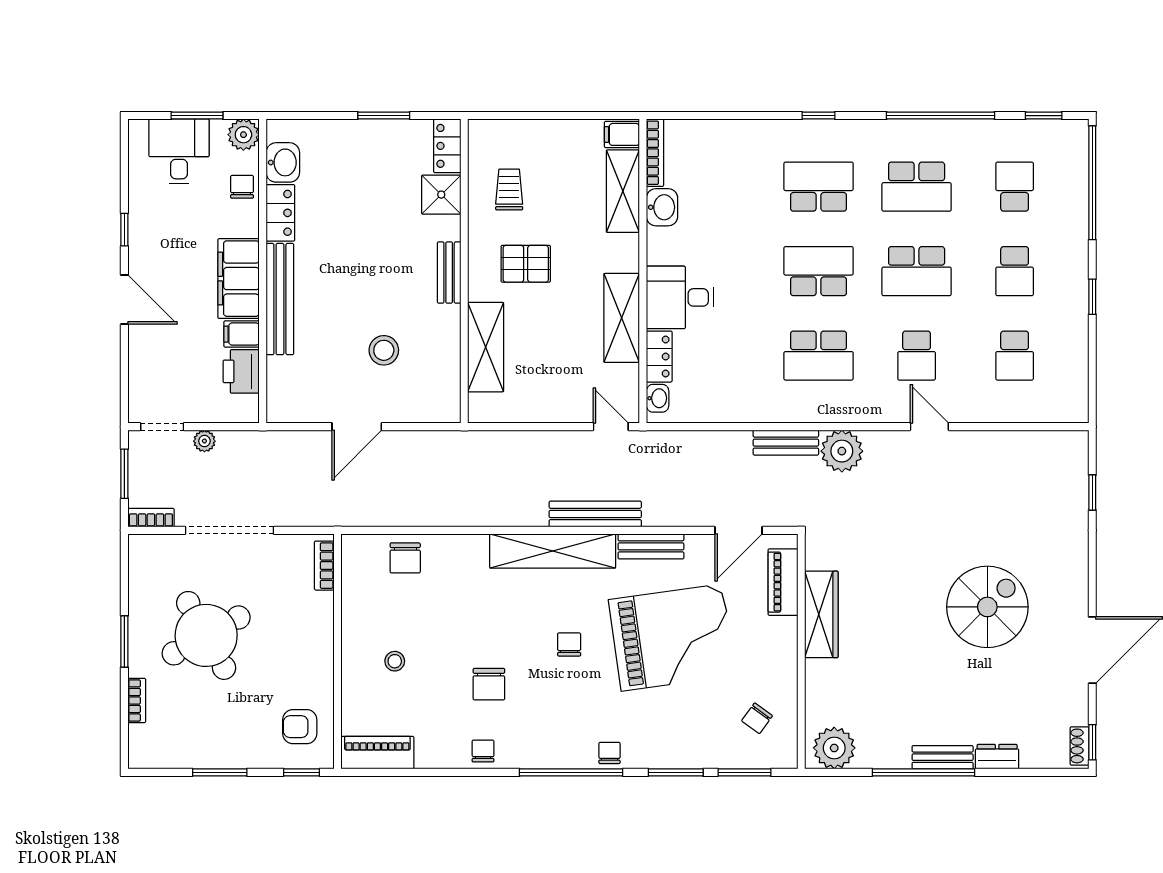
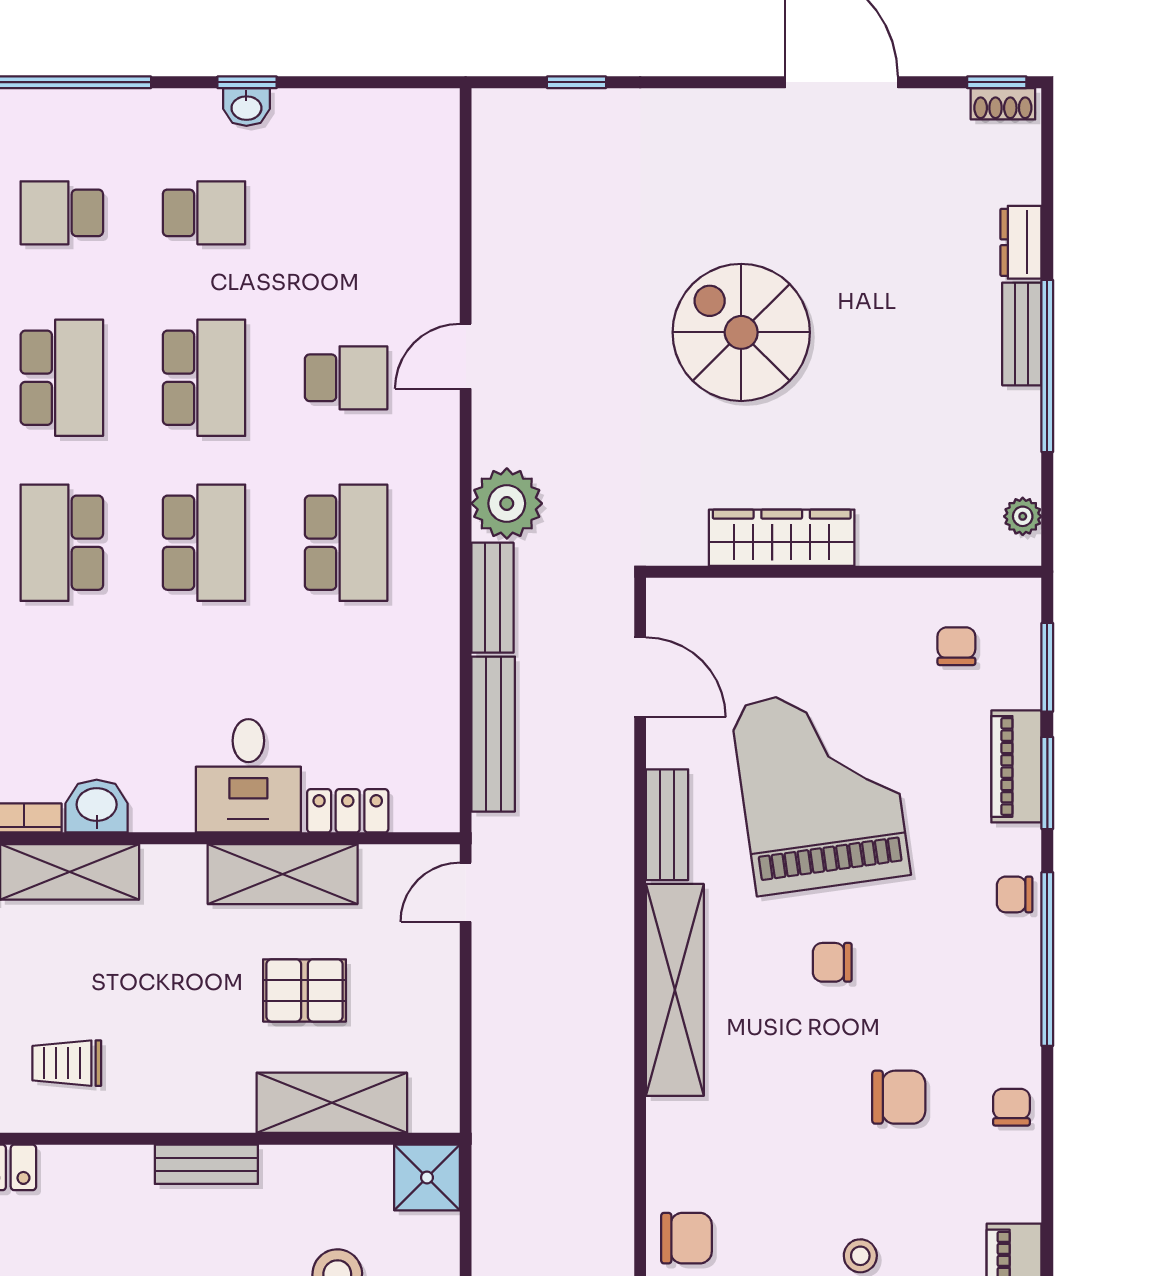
shower: (441, 195) -> (427, 1177), moved
pallet: (526, 264) -> (304, 990), moved, turned 90
school desk: (819, 271) -> (204, 543), turned 180
school desk: (1015, 356) -> (346, 213), removed
washbasin: (658, 398) -> (246, 107), moved, turned 180
bench: (595, 514) -> (493, 734), moved
piano: (783, 582) -> (1016, 766), moved, turned 90
spiral stairs: (987, 607) -> (741, 332), moved
chair: (757, 718) -> (956, 646), turned -126
plant: (834, 748) -> (1023, 516), width x0.53, depth x0.53
chair: (483, 751) -> (1011, 1107), turned 90

